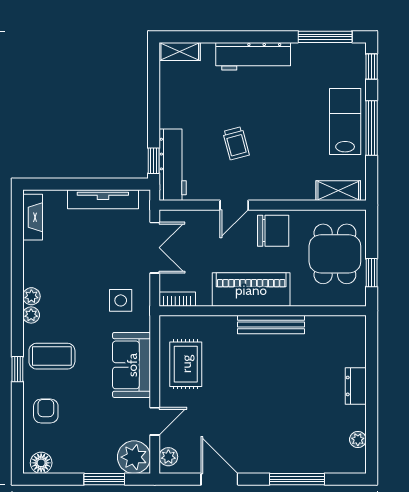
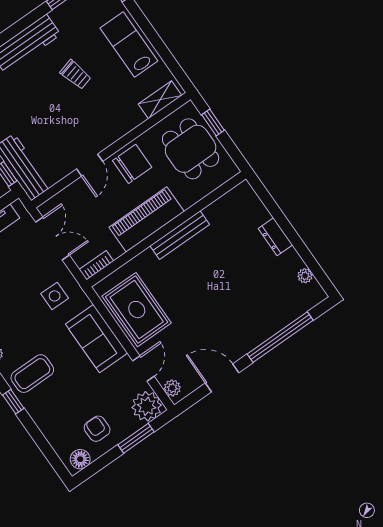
window: (372, 128) -> (152, 35), removed
trolley: (236, 143) -> (76, 75), moved
window: (372, 273) -> (213, 122), moved
rug: (186, 364) -> (137, 310), width x1.36, depth x1.43
armchair: (46, 411) -> (97, 429), moved
window: (297, 479) -> (280, 337), width x1.46

